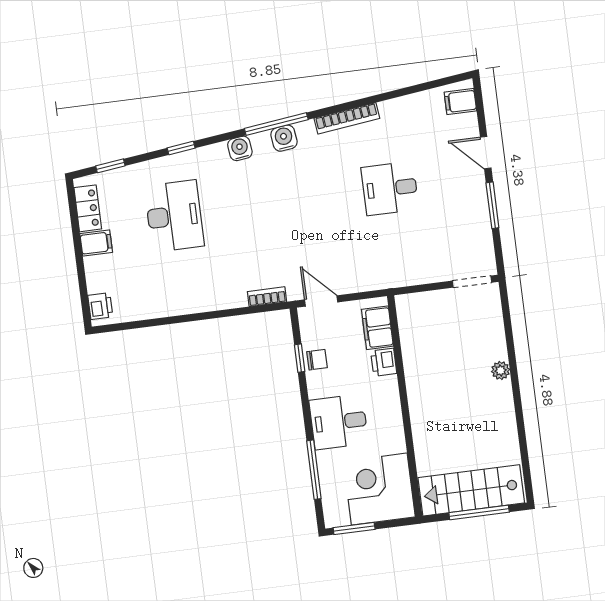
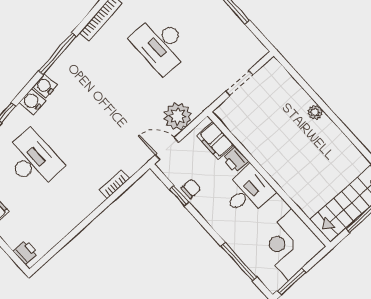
water cooler: (284, 138) -> (32, 102), moved
desk: (390, 188) -> (161, 44), width x1.37
plant: (355, 275) -> (178, 116), added
doorway: (472, 282) -> (239, 83), moved
bookcase: (267, 297) -> (114, 184), moved
desk: (339, 422) -> (248, 192), moved, turned 180

